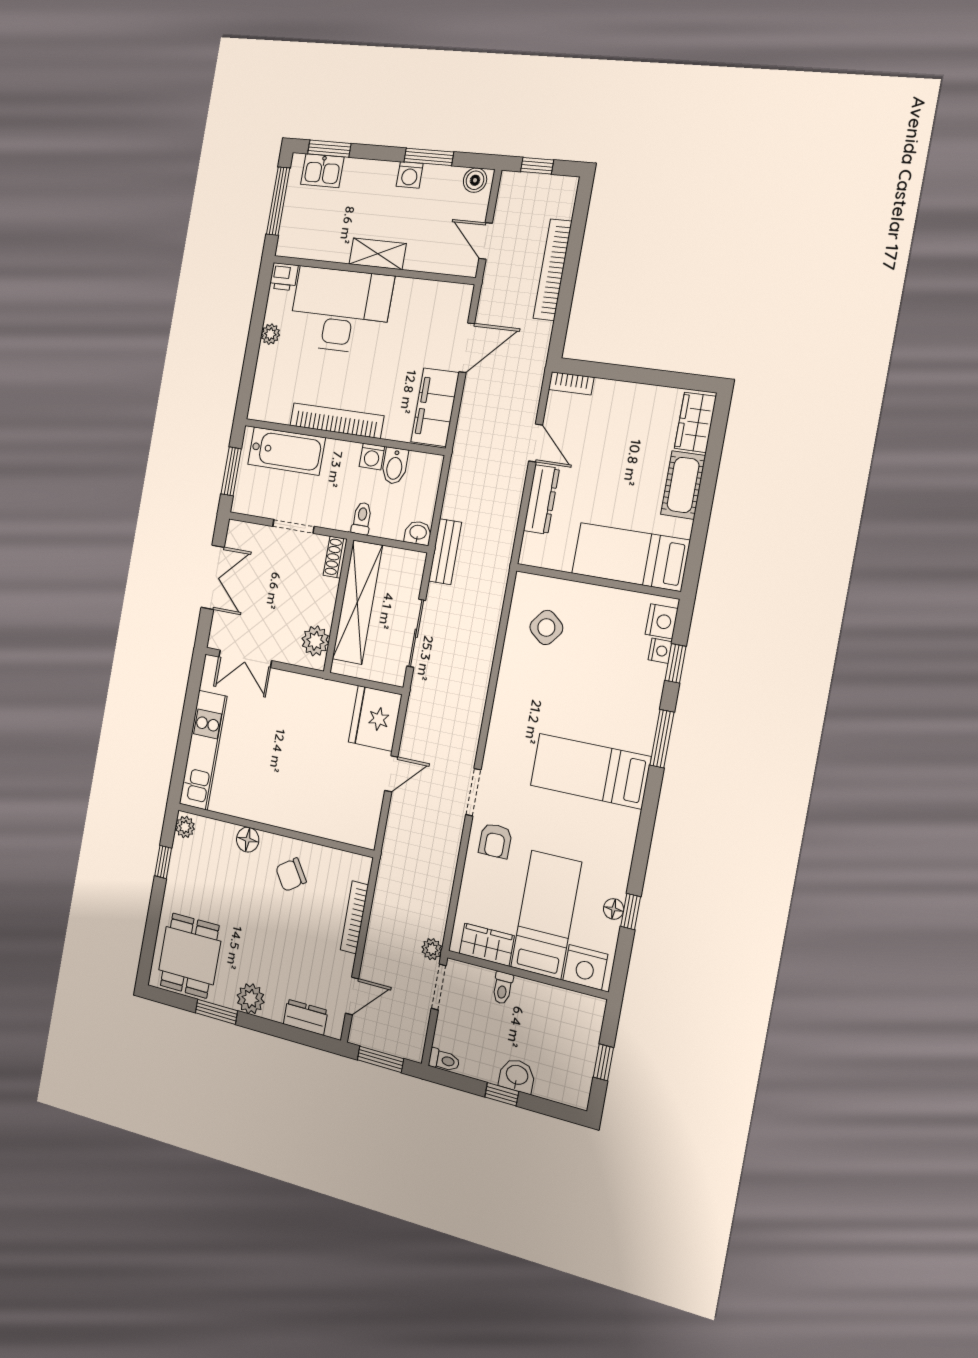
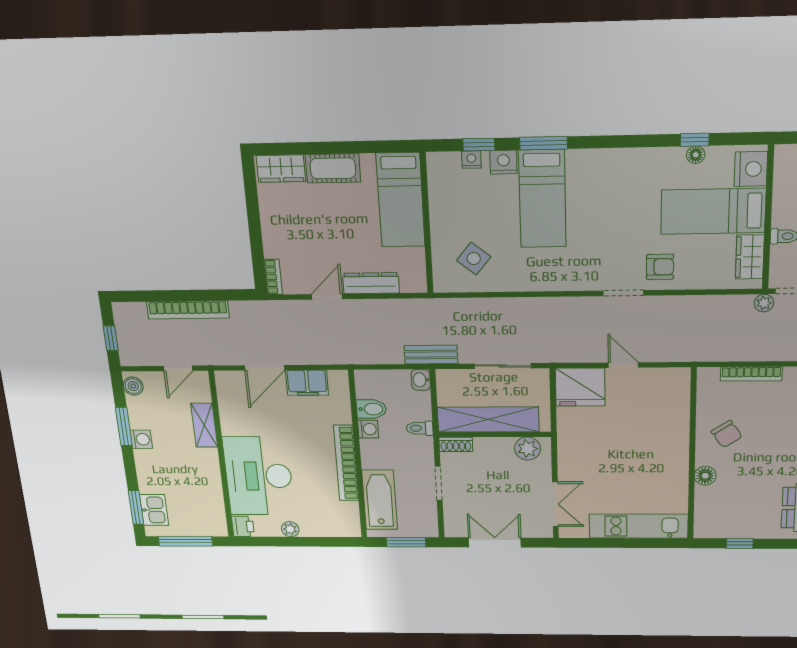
shelving: (378, 254) -> (204, 425), moved
door: (467, 348) -> (265, 368), swing flipped
filing cabinet: (435, 407) -> (307, 383), width x0.67, depth x0.86
nightstand: (662, 621) -> (503, 162), moved
bed: (590, 771) -> (542, 199), moved
plant: (185, 827) -> (706, 530), removed

